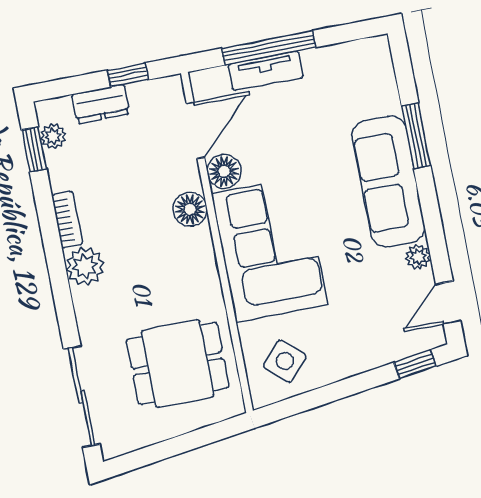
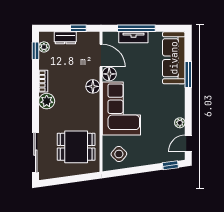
door: (195, 130) -> (101, 56), hinge flipped
sofa: (388, 181) -> (174, 58), moved

